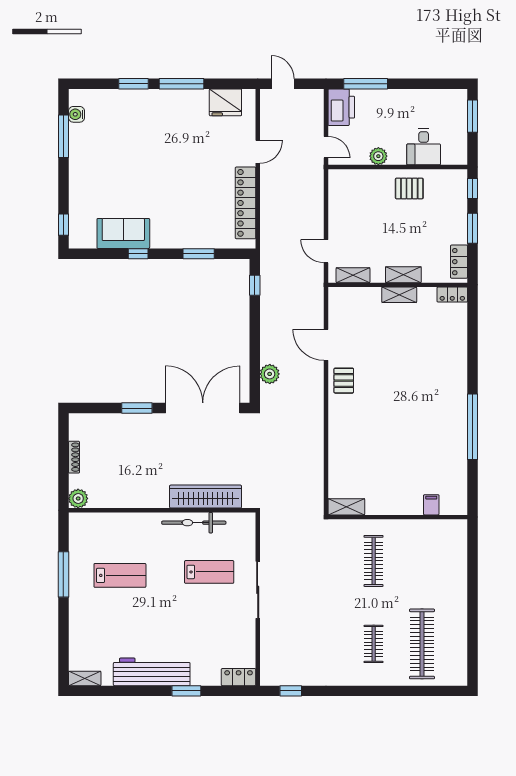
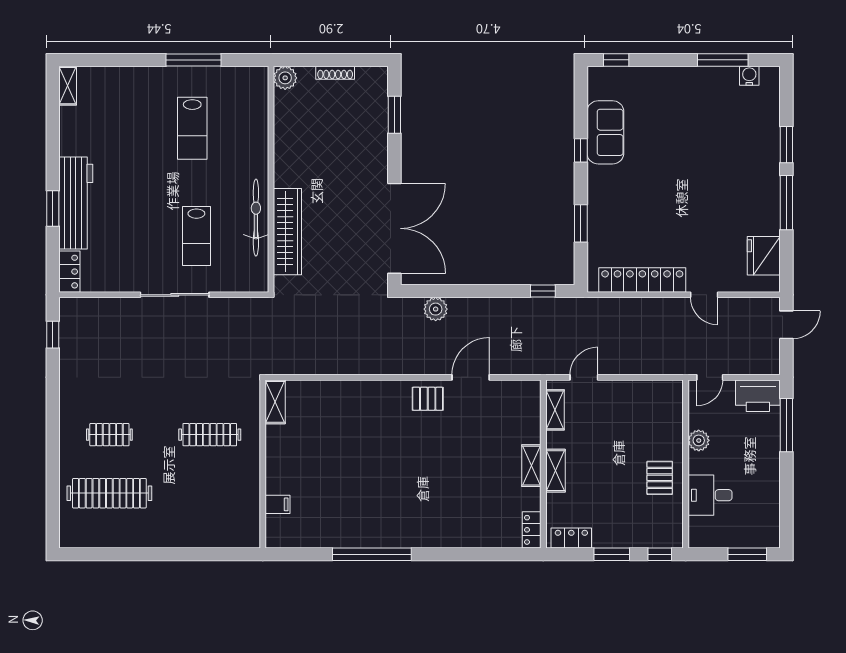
window: (137, 408) -> (394, 115), moved
workbench: (152, 672) -> (76, 203), moved

